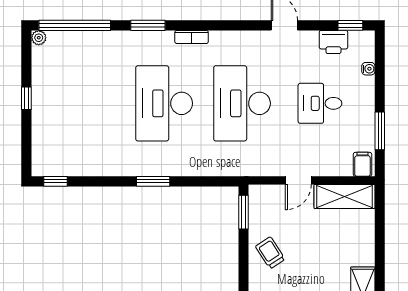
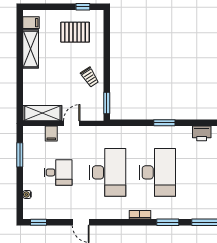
printer: (333, 42) -> (202, 133), moved, turned 180
filing cabinet: (362, 164) -> (51, 134), moved

